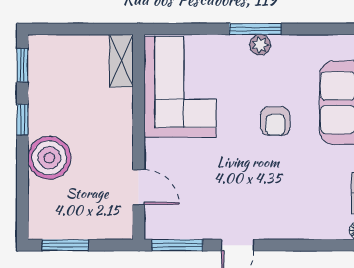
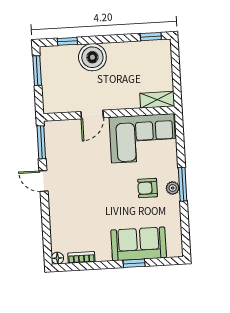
window: (22, 120) -> (67, 41), moved
armchair: (275, 121) -> (148, 188), moved
door: (139, 187) -> (92, 115), moved

